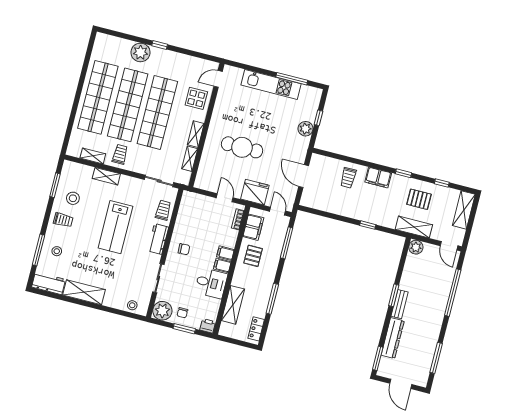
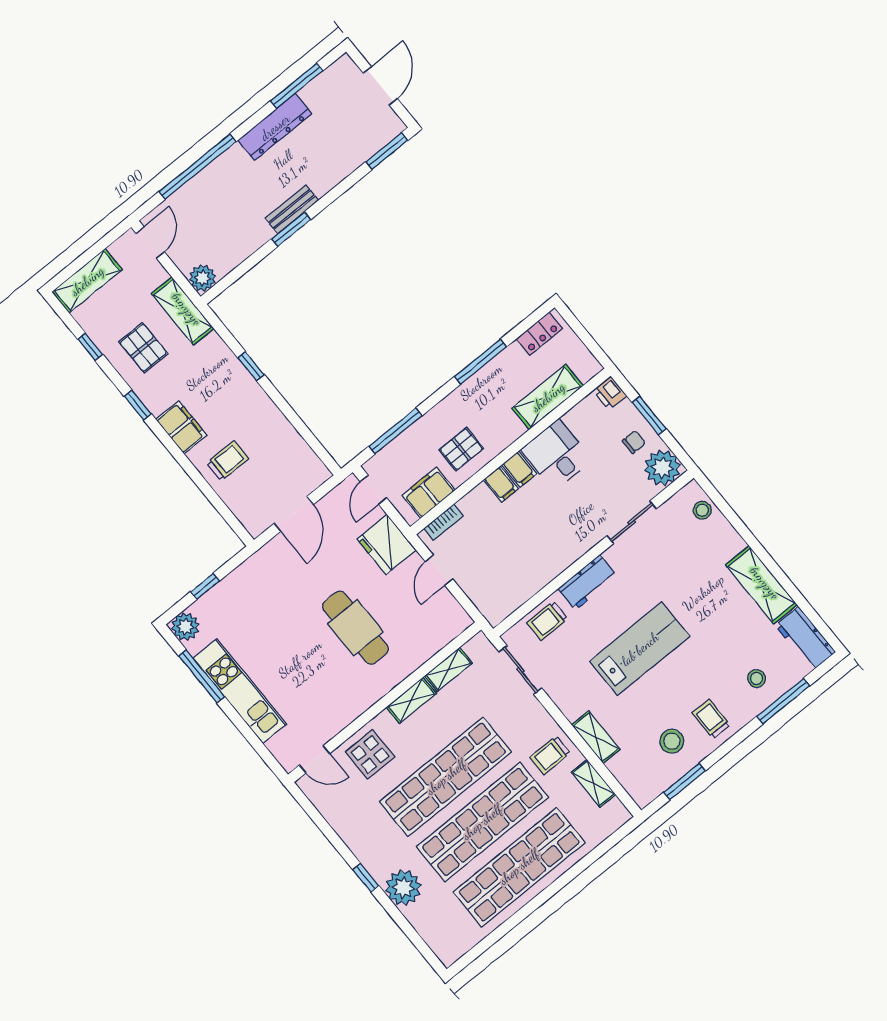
plant: (305, 129) -> (185, 627), moved
chair: (184, 249) -> (560, 538), removed
dresser: (393, 338) -> (275, 127), moved, turned 180

